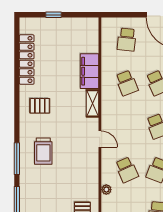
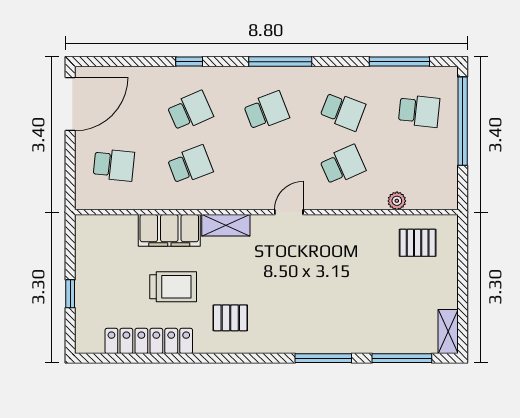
pallet: (40, 106) -> (230, 318), turned 90
trolley: (43, 151) -> (173, 287), moved
plant: (106, 190) -> (397, 201), moved

